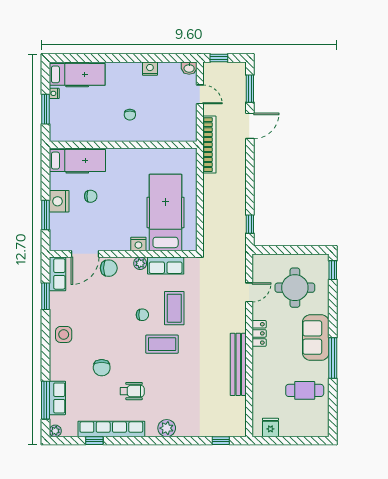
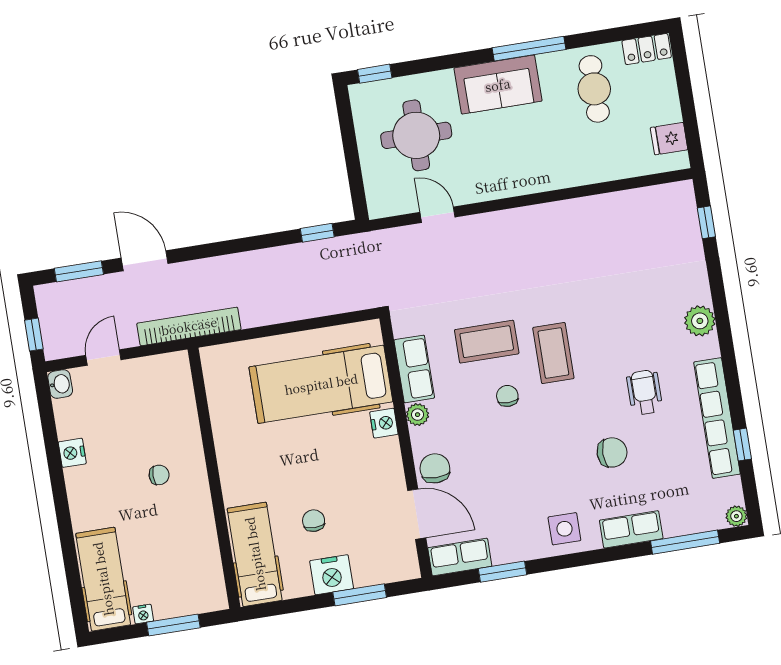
locker: (259, 333) -> (647, 49), moved, turned 180
bench: (238, 364) -> (567, 213), removed
row of seats: (57, 398) -> (631, 529), moved

